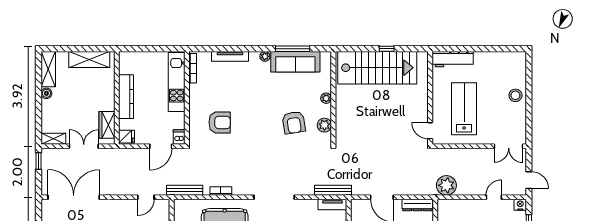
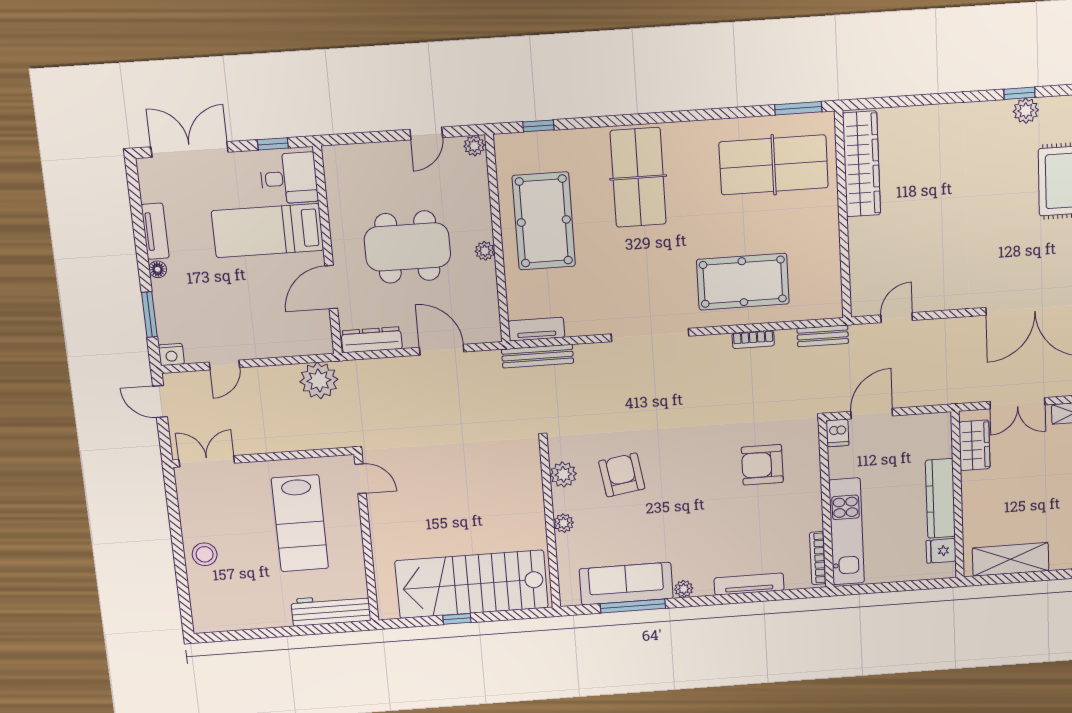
fridge: (127, 137) -> (941, 551), moved
bench: (185, 190) -> (823, 336), width x0.73

